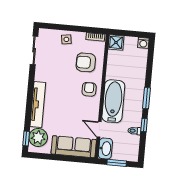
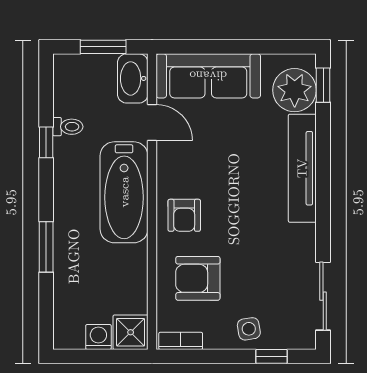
window: (58, 27) -> (272, 356), added
washing machine: (143, 43) -> (98, 337), moved
armchair: (86, 62) -> (198, 278), turned 180
window: (147, 98) -> (46, 247), moved

